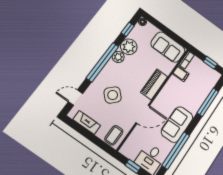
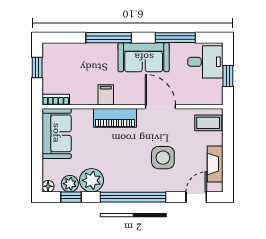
plant: (118, 57) -> (70, 184), moved
filing cabinet: (181, 74) -> (106, 95), moved
side table: (113, 95) -> (163, 158), turned 45
door: (75, 98) -> (196, 197), swing flipped
window: (208, 102) -> (109, 38), moved
window: (176, 151) -> (175, 38), width x0.68

